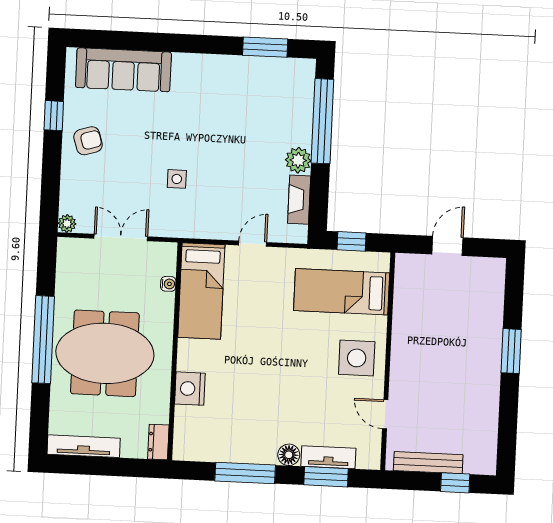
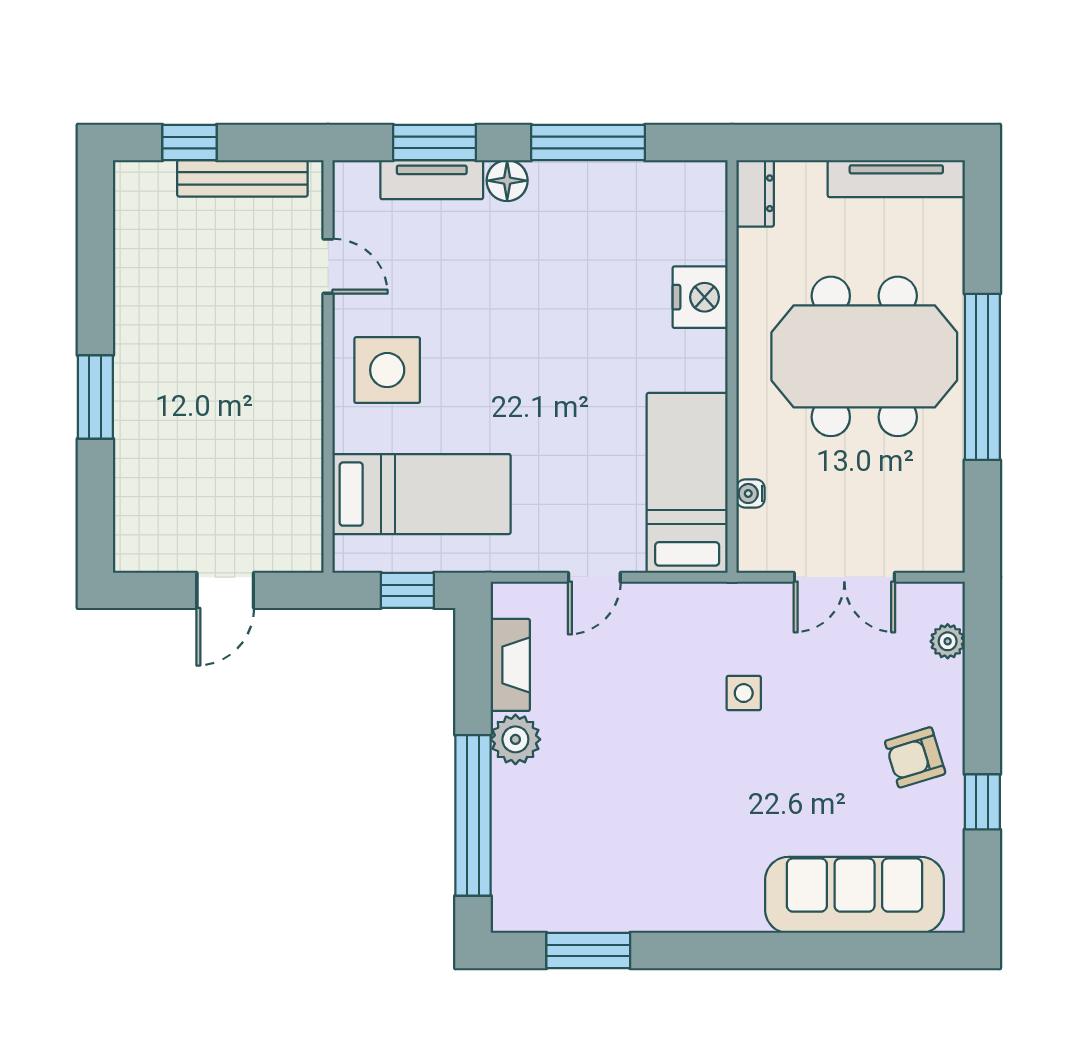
plant: (67, 224) -> (948, 641), moved

